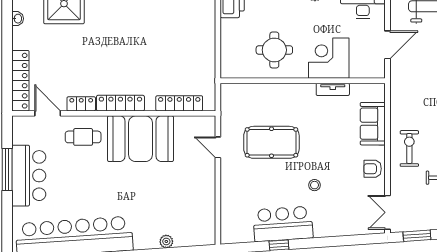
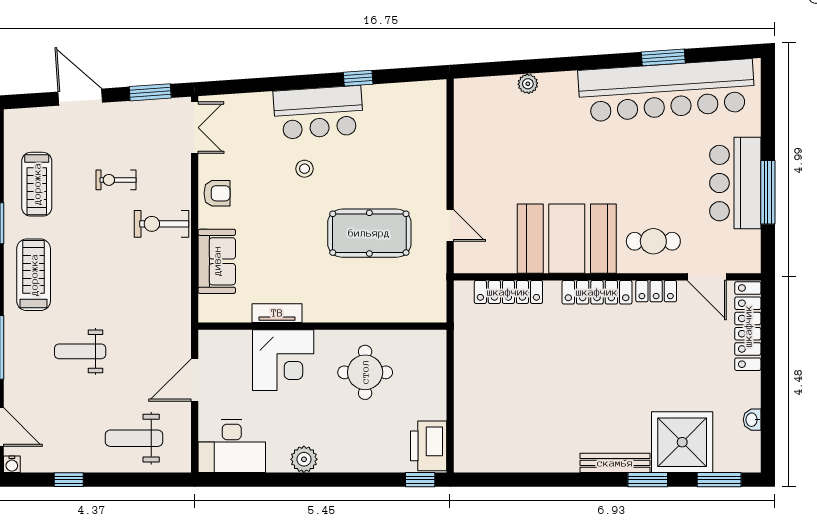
exercise bike: (409, 148) -> (162, 224), turned 90
bar counter: (283, 224) -> (318, 112), moved

